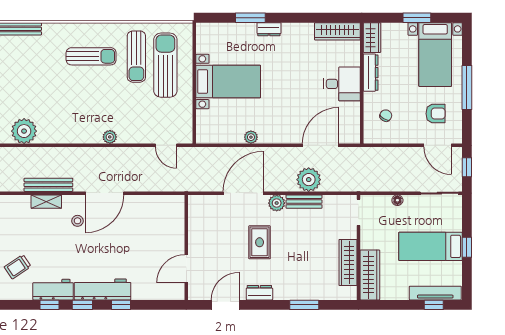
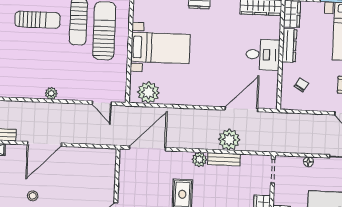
plant: (251, 137) -> (148, 92), moved, width x1.88, depth x1.88
door: (243, 193) -> (147, 148), moved
stool: (78, 221) -> (33, 196), moved

